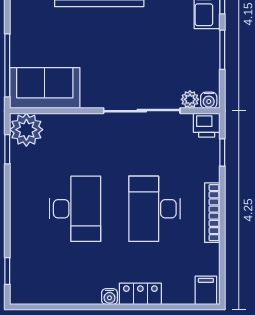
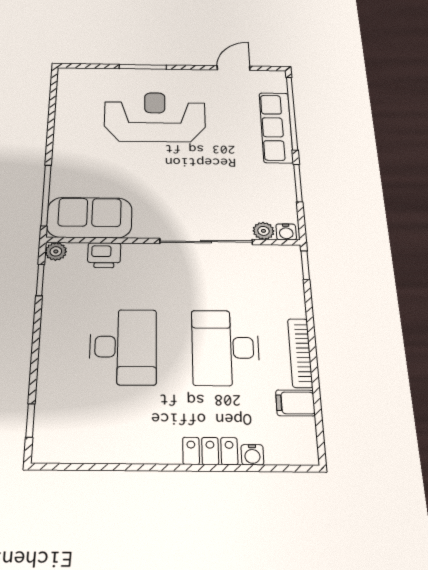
printer: (207, 125) -> (104, 255), moved
plant: (26, 130) -> (56, 251), width x0.53, depth x0.53
window: (222, 152) -> (305, 265), moved
filing cabinet: (206, 290) -> (295, 403), moved, turned -90
water cooler: (109, 297) -> (252, 455), moved

